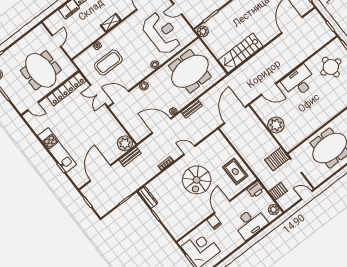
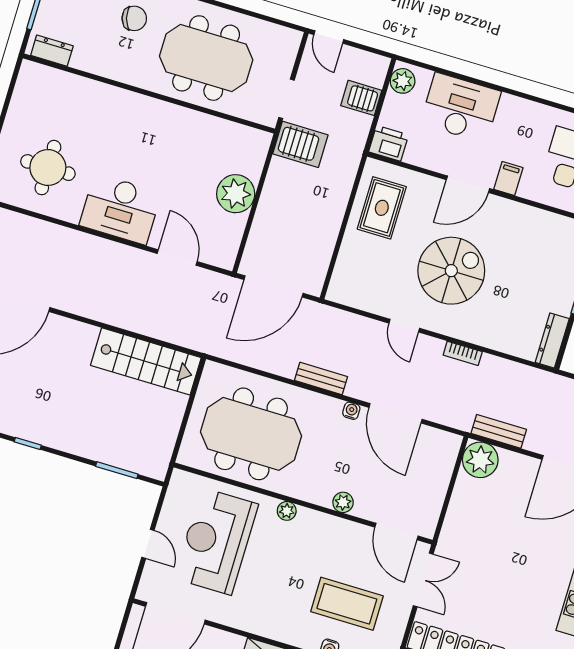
plant: (203, 31) -> (156, 464), removed

